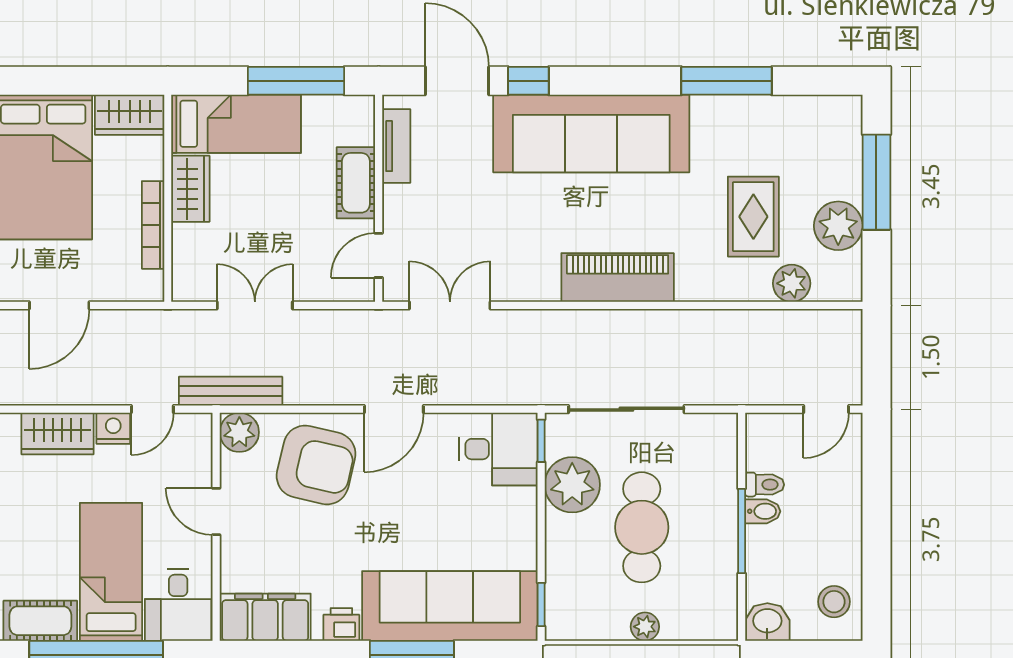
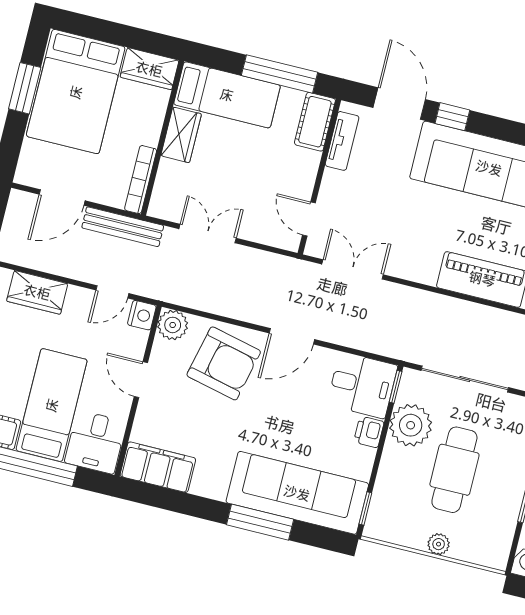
cot: (356, 183) -> (315, 122), moved
bookcase: (153, 225) -> (141, 180), moved
door: (379, 255) -> (309, 219), hinge flipped
bench: (231, 391) -> (123, 227), moved
nightstand: (113, 428) -> (142, 315), moved, turned 90
printer: (341, 624) -> (369, 432), moved, turned -90

